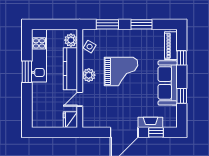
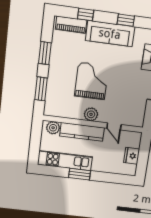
side table: (90, 47) -> (62, 110), removed
fridge: (70, 120) -> (132, 156), moved, turned 90

